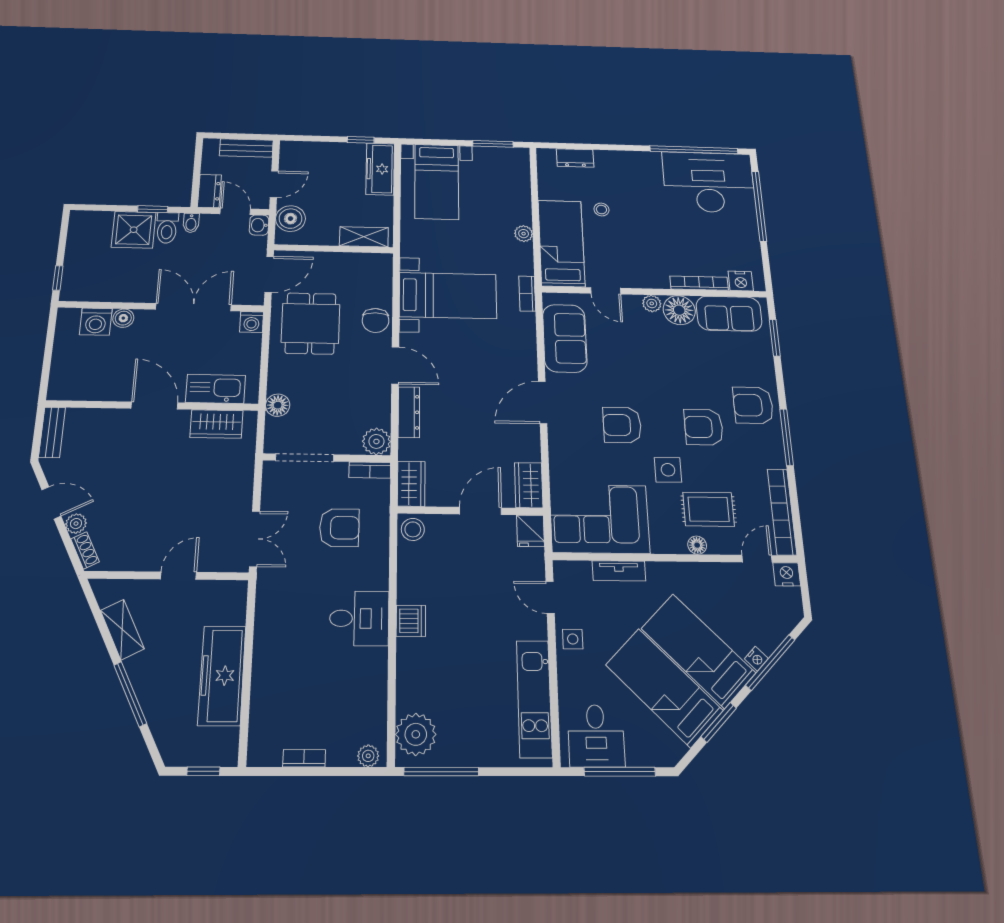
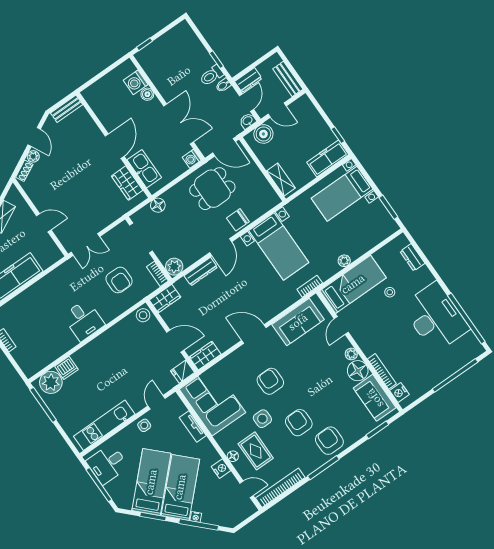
desk: (709, 182) -> (435, 317), moved
shower: (134, 230) -> (198, 60), removed
nightstand: (787, 574) -> (221, 469), moved
dishwasher: (411, 621) -> (66, 368), moved
plant: (368, 756) -> (27, 368), removed

